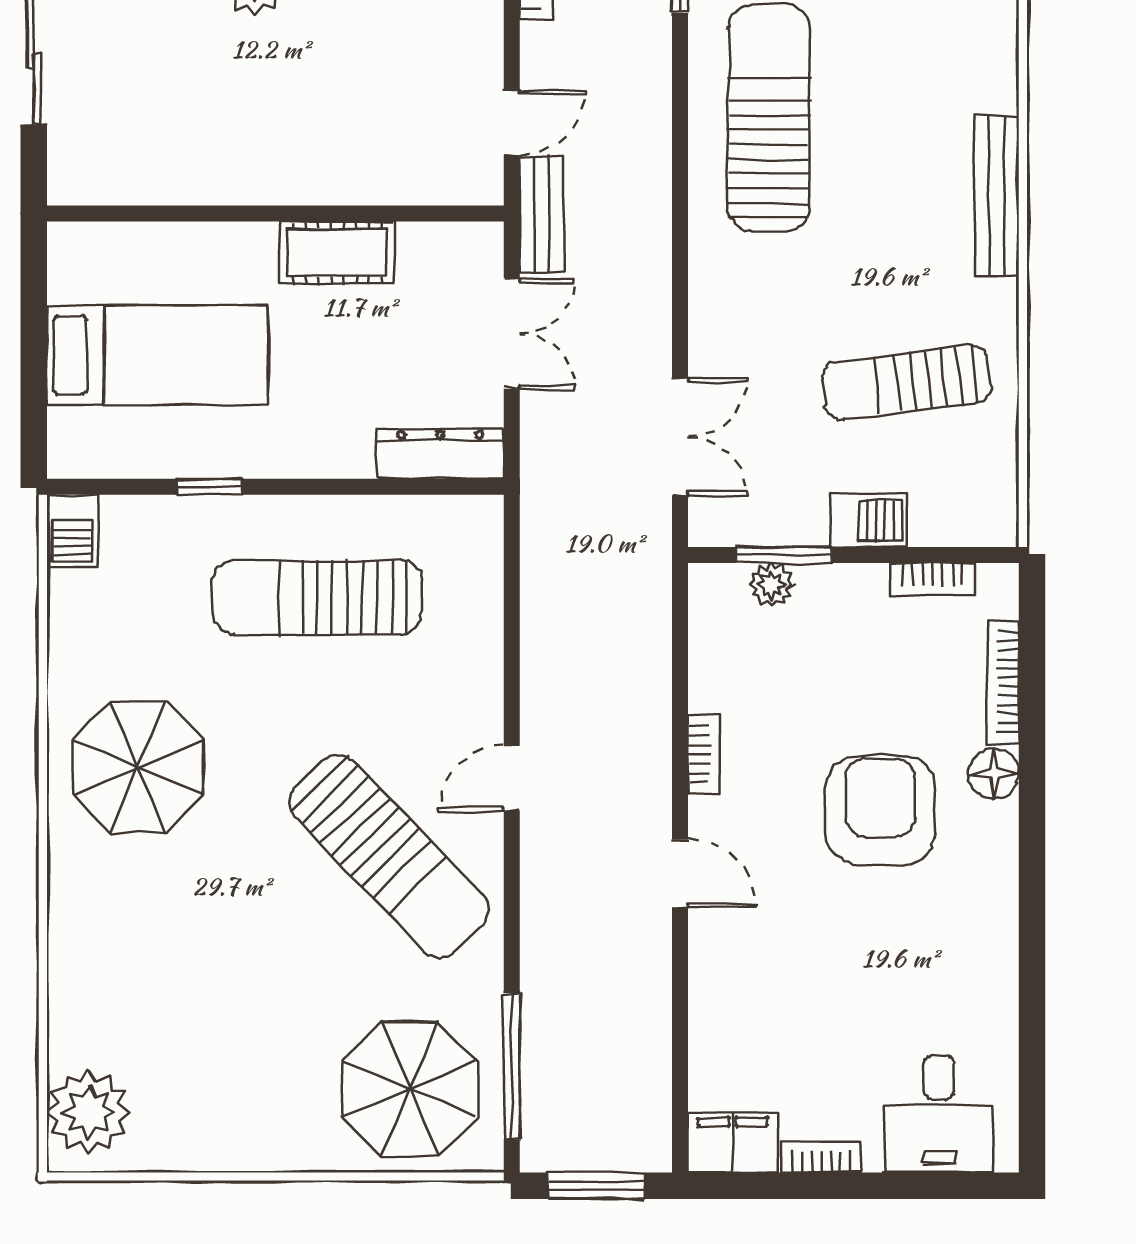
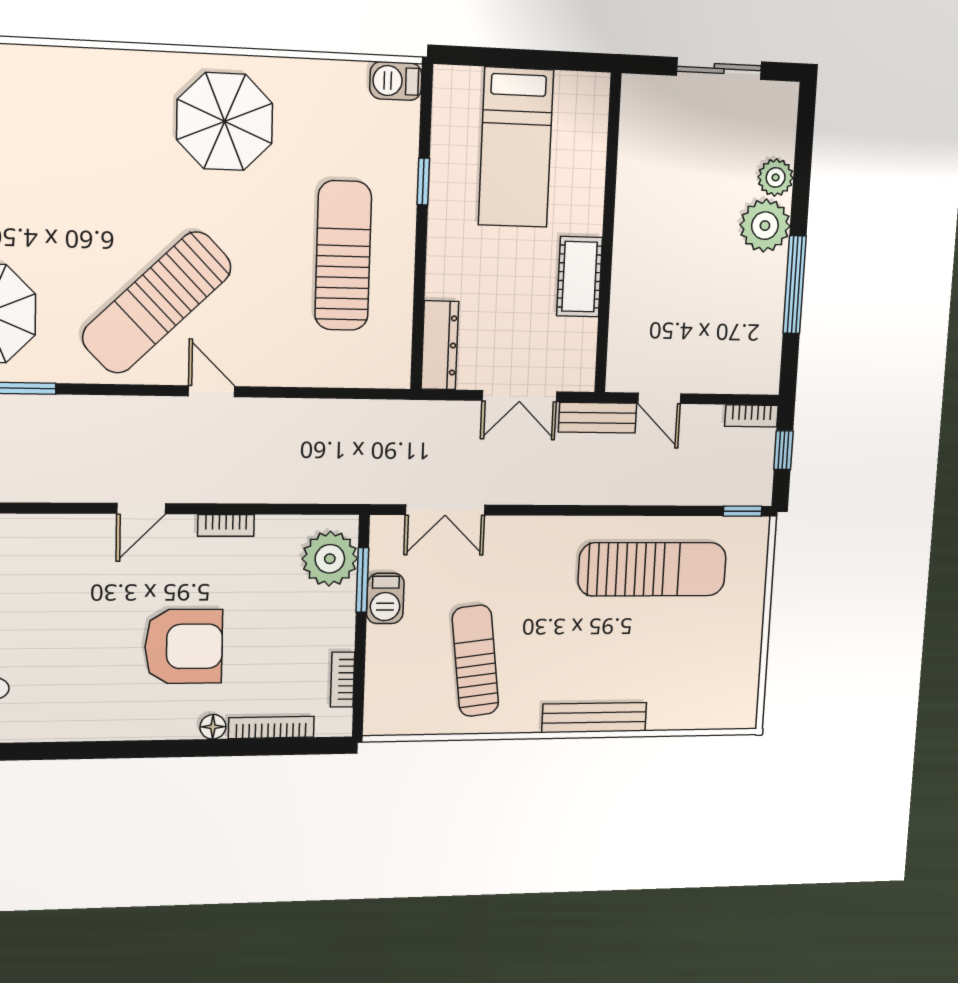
barbecue: (869, 520) -> (385, 598), moved
plant: (771, 585) -> (330, 559), width x1.87, depth x1.87
floor lamp: (994, 774) -> (213, 727), width x0.73, depth x0.73

